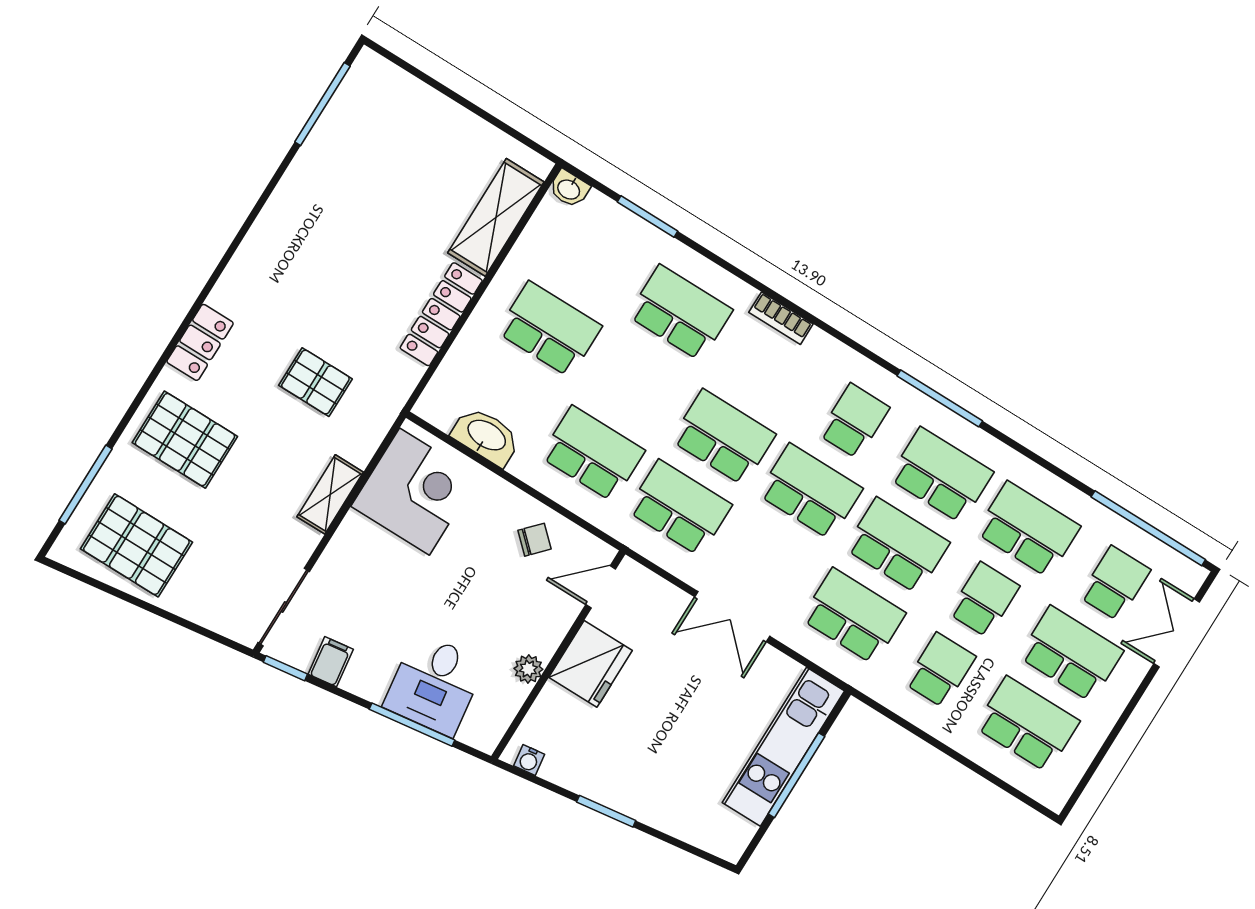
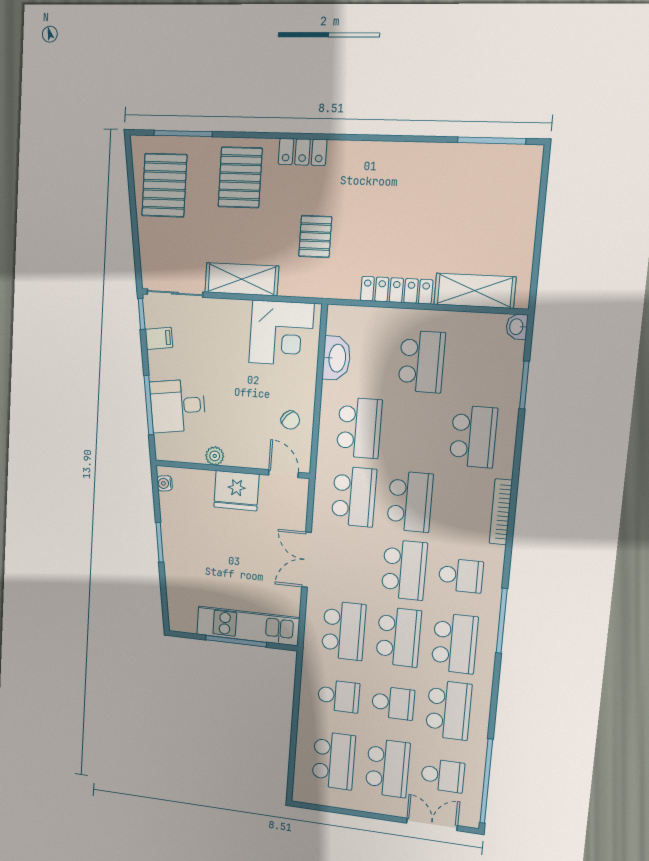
bookcase: (781, 318) -> (501, 512), width x1.56
shelving: (330, 494) -> (242, 279), width x1.50, depth x1.33

